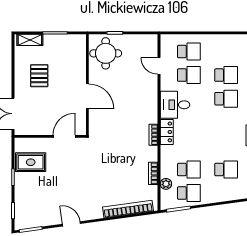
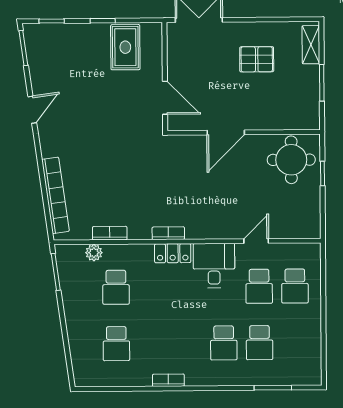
door: (159, 66) -> (256, 241), moved
school desk: (189, 193) -> (80, 288), removed

